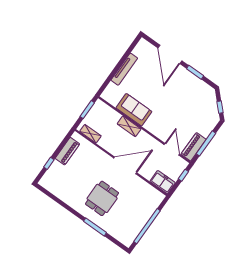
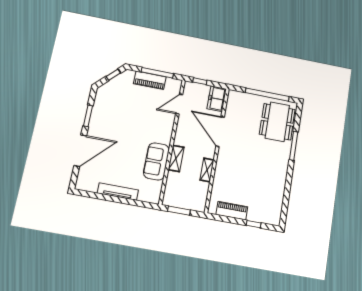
shelving: (90, 134) -> (207, 170), moved
piano: (194, 147) -> (150, 80), moved
door: (125, 165) -> (220, 132), moved
dining table: (102, 198) -> (277, 122), moved, width x1.38

